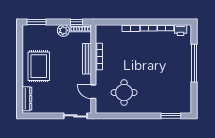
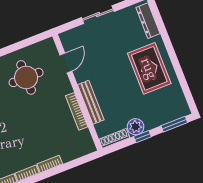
window: (76, 22) -> (142, 137), moved
door: (93, 92) -> (66, 63), hinge flipped
sliding door: (75, 116) -> (98, 15), moved

